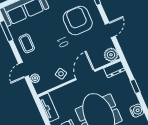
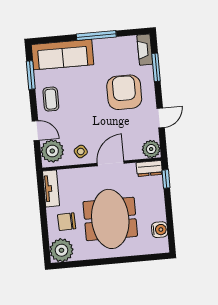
door: (24, 70) -> (36, 131), swing flipped
plant: (35, 78) -> (52, 151), width x1.87, depth x1.87
window: (135, 86) -> (166, 179), moved

